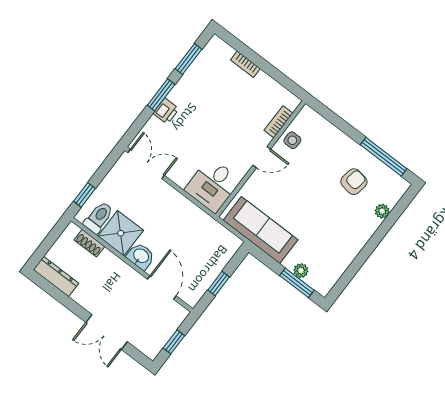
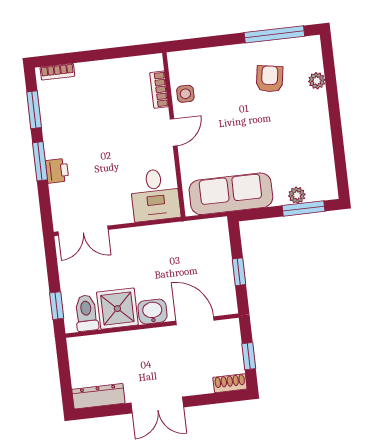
bookcase: (245, 64) -> (57, 72), moved
double door: (146, 164) -> (83, 231), swing flipped
shoe rack: (89, 243) -> (230, 383), moved, turned 180
double door: (107, 332) -> (157, 405), moved

